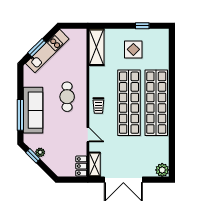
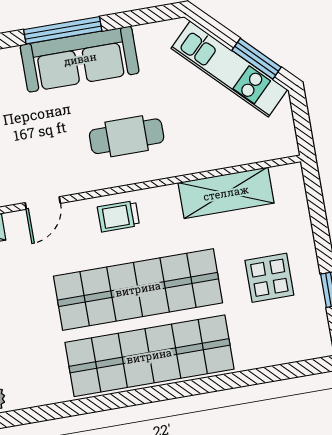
shelving: (96, 47) -> (226, 193), moved
window: (37, 48) -> (257, 59), moved

